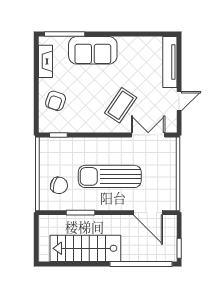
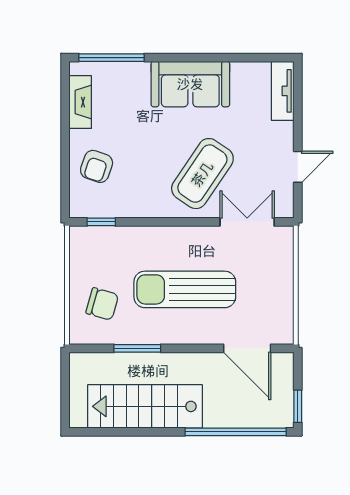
sofa: (93, 50) -> (190, 84), moved
tv unit: (170, 62) -> (283, 91), width x0.71
coffee table: (121, 105) -> (202, 174), width x1.36, depth x1.32

